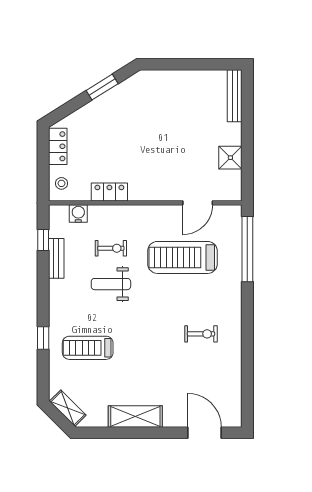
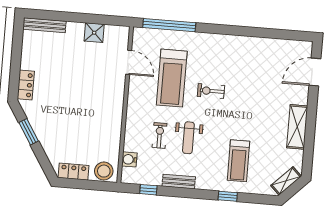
stool: (61, 183) -> (104, 171), width x1.89, depth x1.89
locker: (109, 192) -> (26, 85), moved, turned 180
bench: (56, 258) -> (179, 182), moved
exercise bike: (201, 334) -> (211, 91), moved, turned -90

